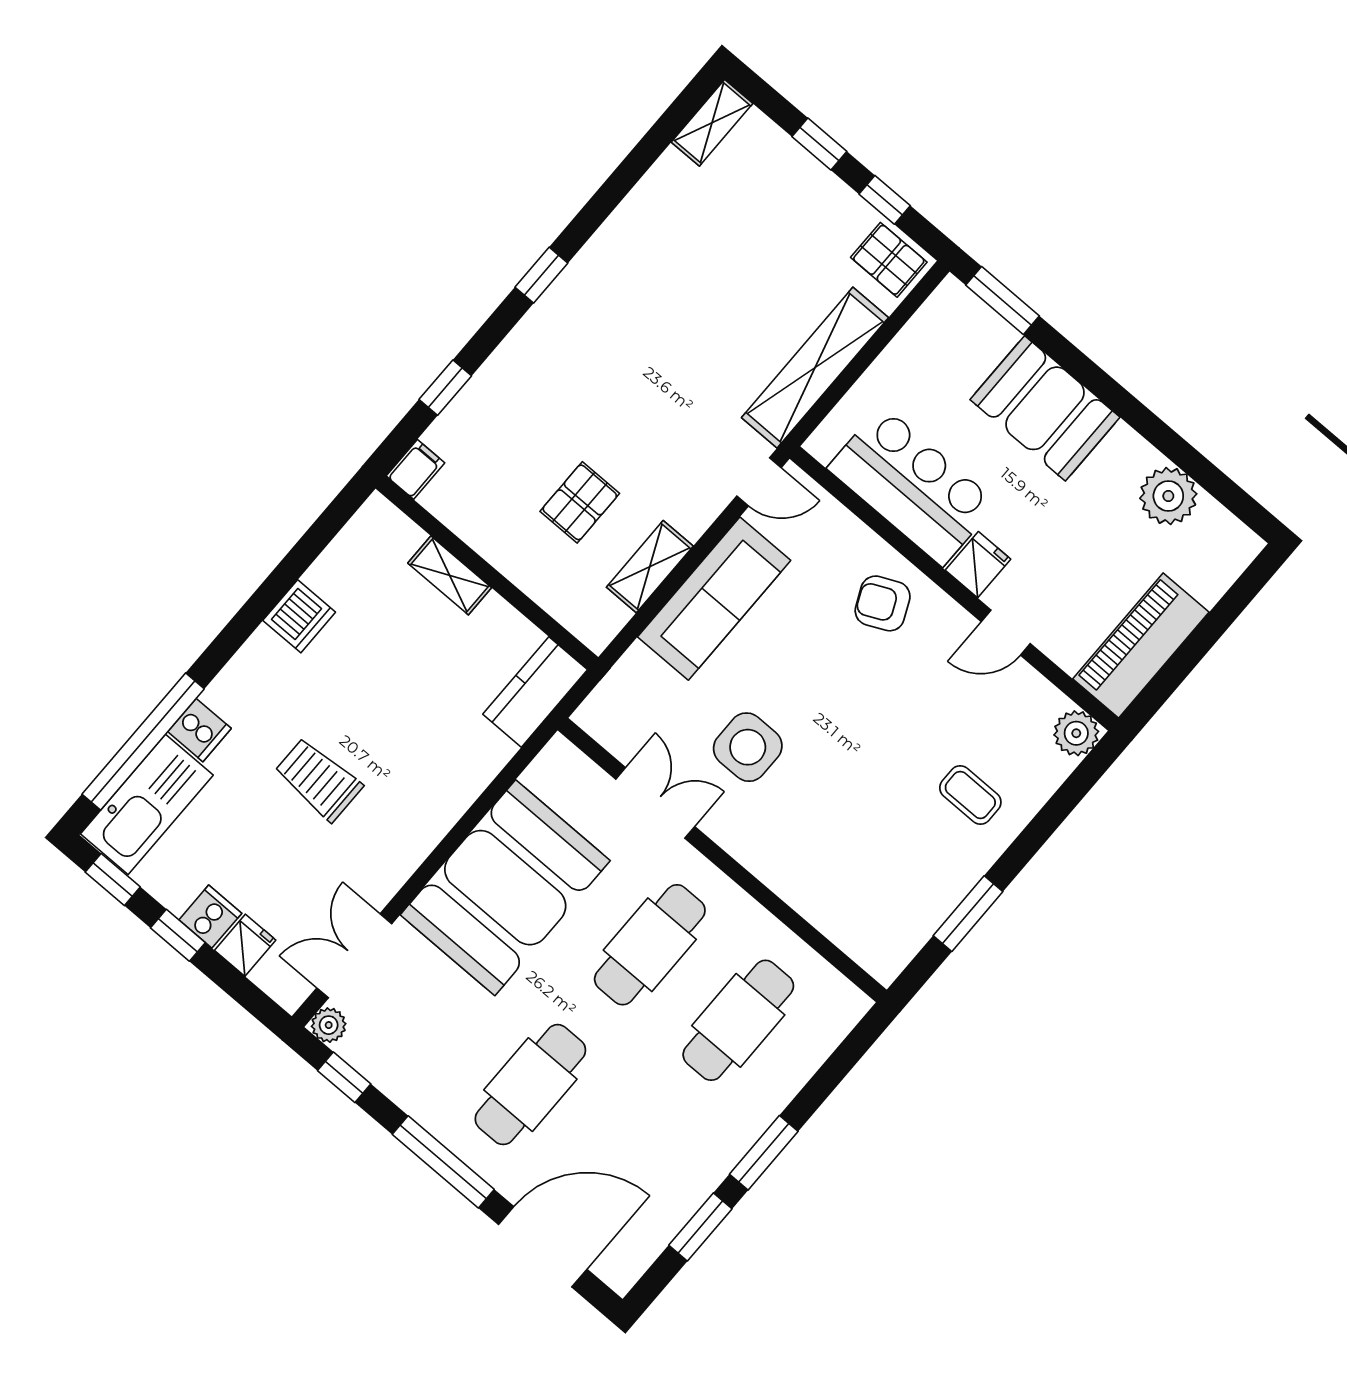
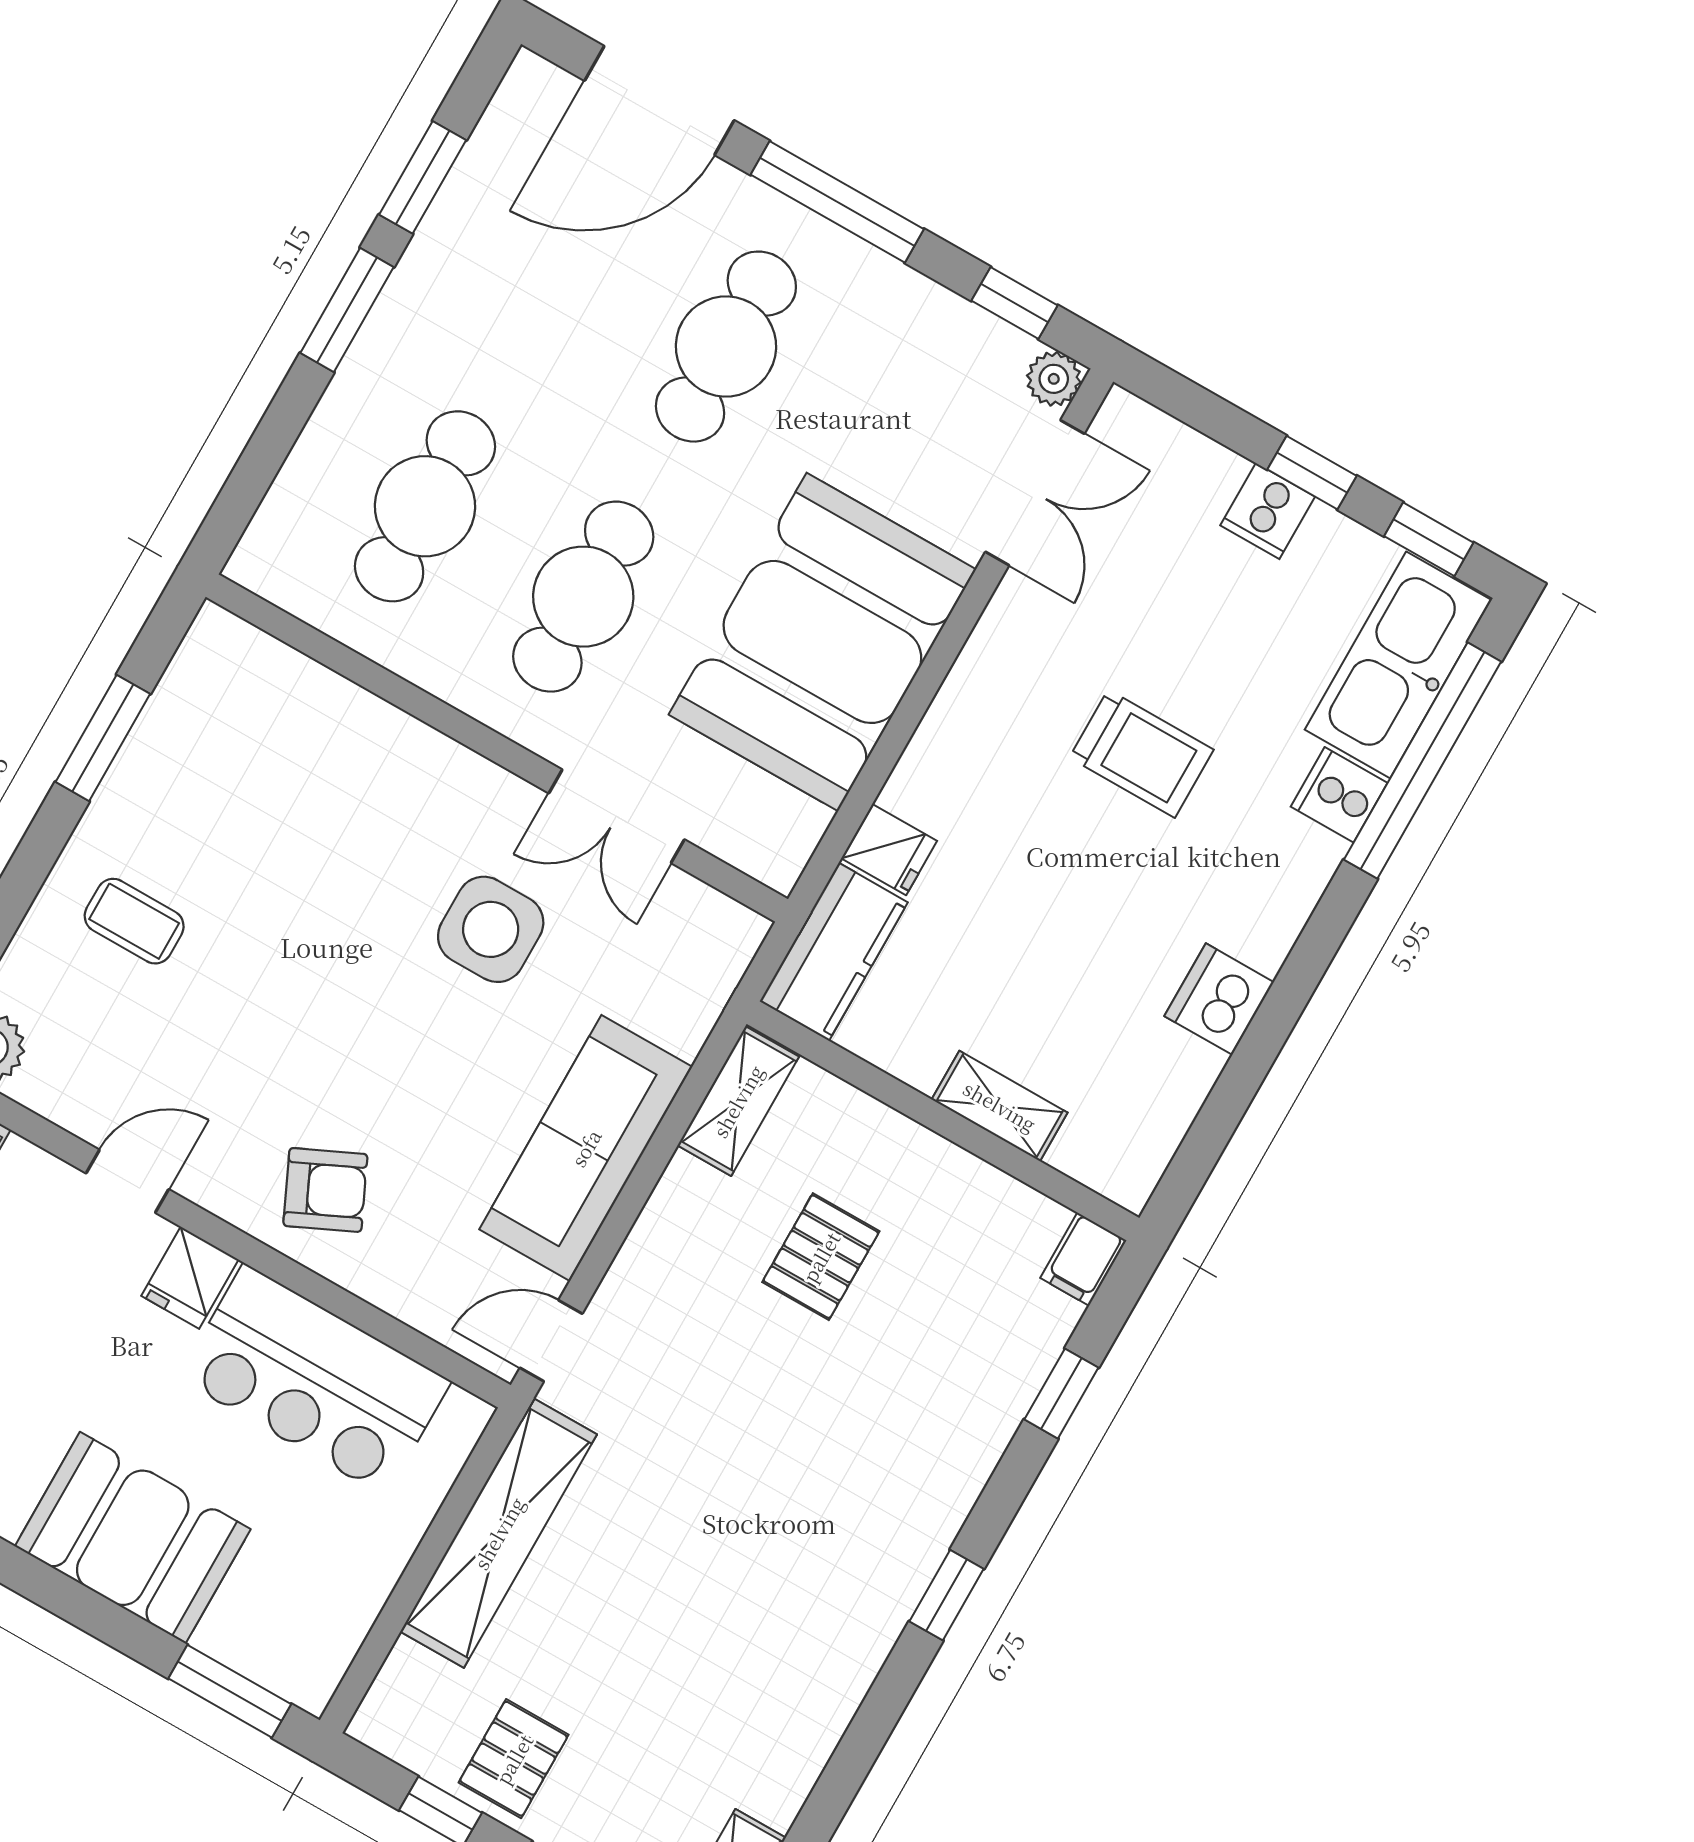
pallet: (889, 260) -> (514, 1759), moved, turned 90
shelving: (650, 567) -> (738, 1101), moved
fridge: (245, 945) -> (889, 850), moved, turned -90

